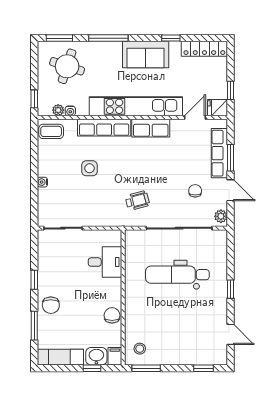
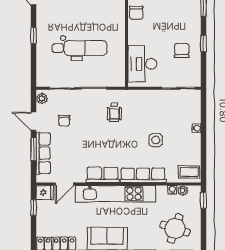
wheelchair: (137, 201) -> (114, 112), turned -75
desk: (105, 262) -> (142, 64), width x1.37
chair: (51, 305) -> (182, 50), moved

